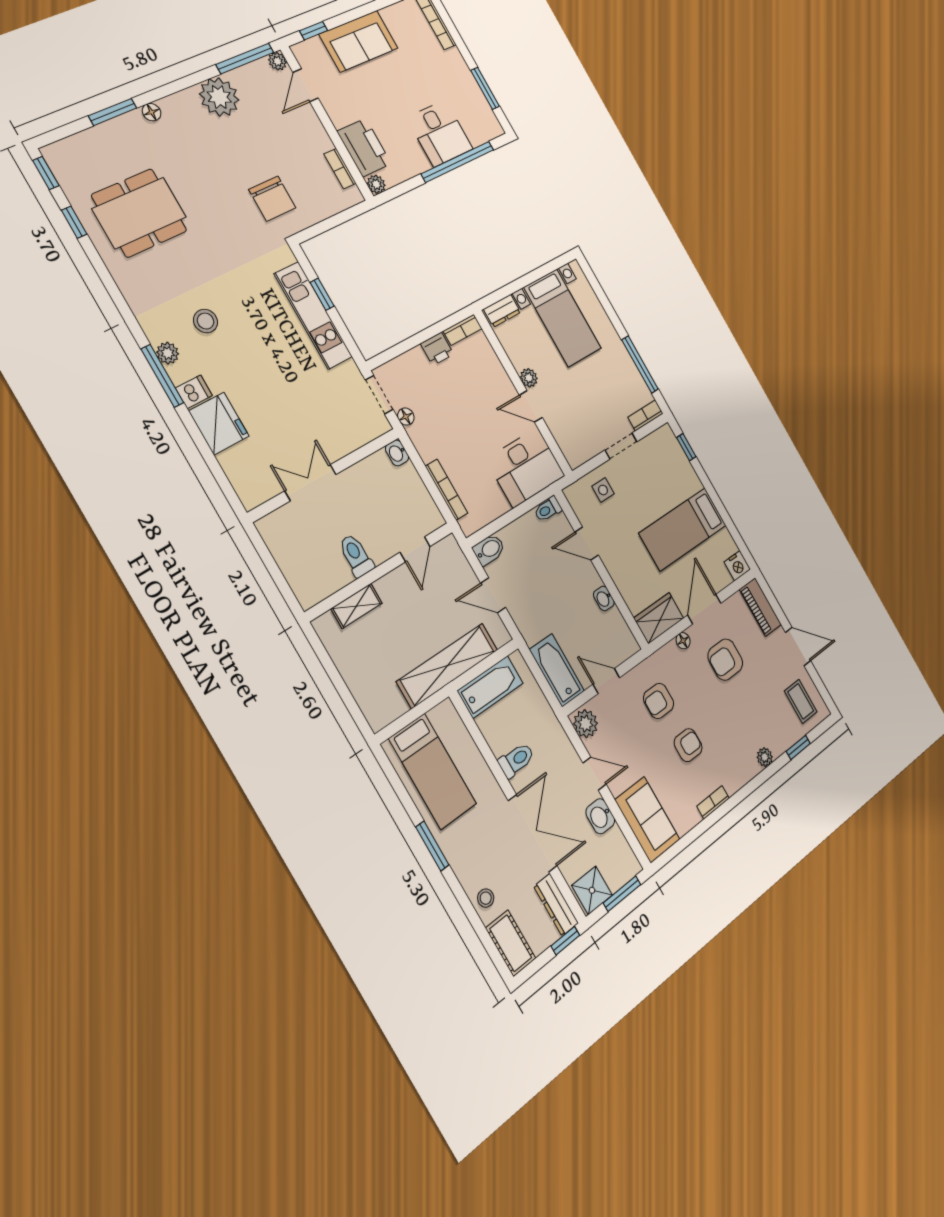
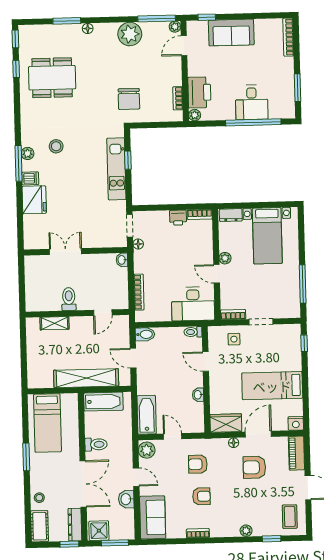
bookcase: (645, 415) -> (233, 315), moved

